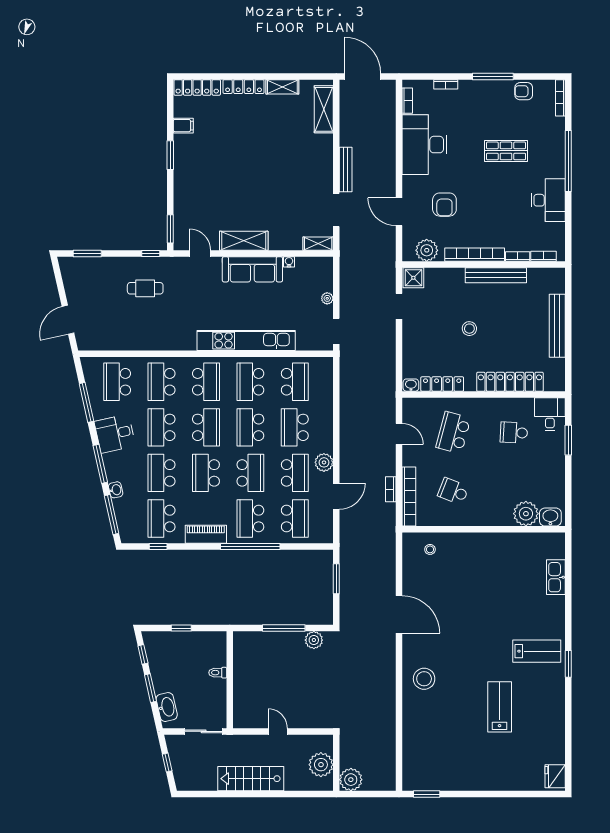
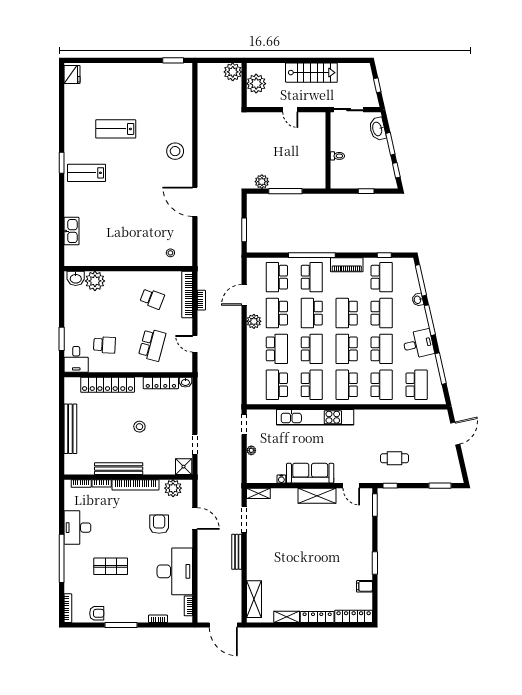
school desk: (206, 473) -> (347, 313), turned 180
lab bench: (500, 707) -> (116, 129), turned 90

